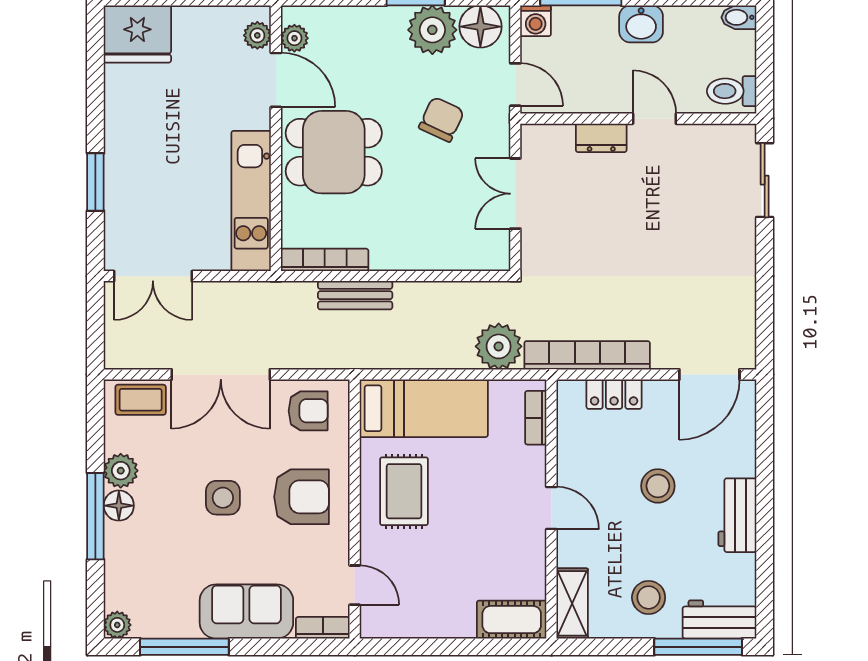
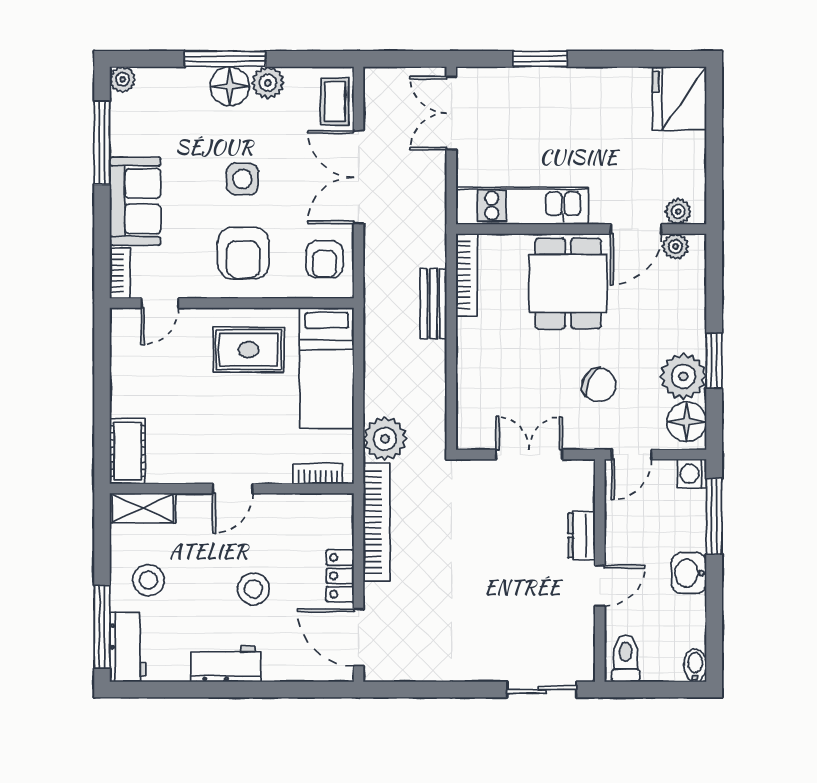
locker: (614, 394) -> (340, 576), moved
floor lamp: (119, 506) -> (230, 86), width x1.38, depth x1.38

